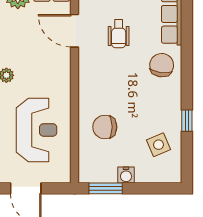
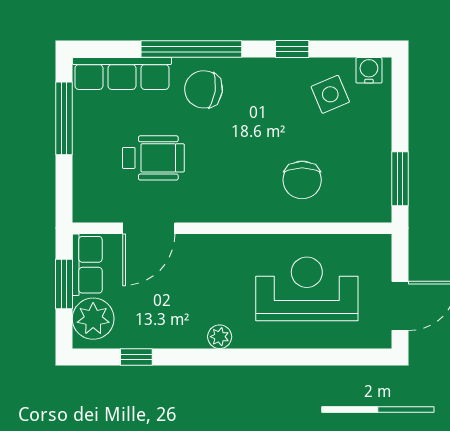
wheelchair: (119, 34) -> (153, 158), width x1.36, depth x1.37
window: (187, 58) -> (191, 49), added
water cooler: (126, 175) -> (369, 70), moved, turned -90

